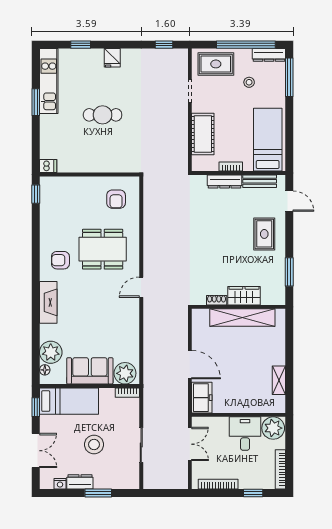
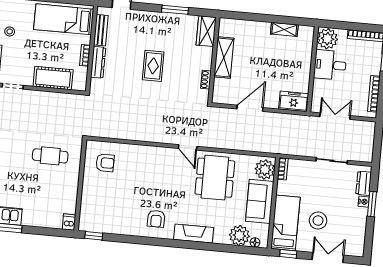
cafe table: (103, 115) -> (50, 156), moved, turned 90
rug: (264, 234) -> (153, 66), moved, turned 90
dining table: (103, 249) -> (215, 178), moved
window: (289, 272) -> (175, 10), moved
wardrobe: (244, 296) -> (206, 31), moved
shelving: (242, 318) -> (224, 58), width x0.68
door: (190, 365) -> (250, 108), moved
stool: (94, 444) -> (318, 221), moved
dresser: (80, 482) -> (364, 183), moved
nightstand: (60, 484) -> (364, 202), moved

